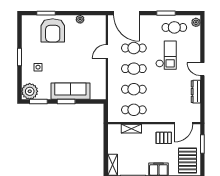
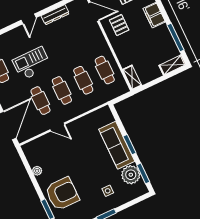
plant: (30, 91) -> (131, 175), moved
shelving: (131, 129) -> (132, 77), moved

